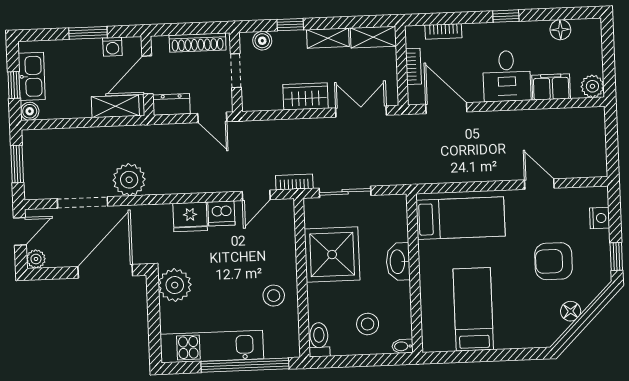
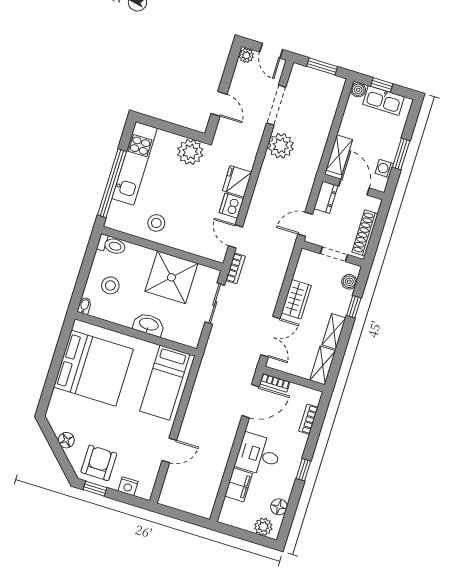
bookcase: (413, 66) -> (275, 383), moved
plant: (592, 86) -> (263, 527), moved
armchair: (554, 261) -> (99, 463), moved
door: (105, 271) -> (219, 104), width x0.53
bed: (473, 309) -> (93, 368), width x2.04

